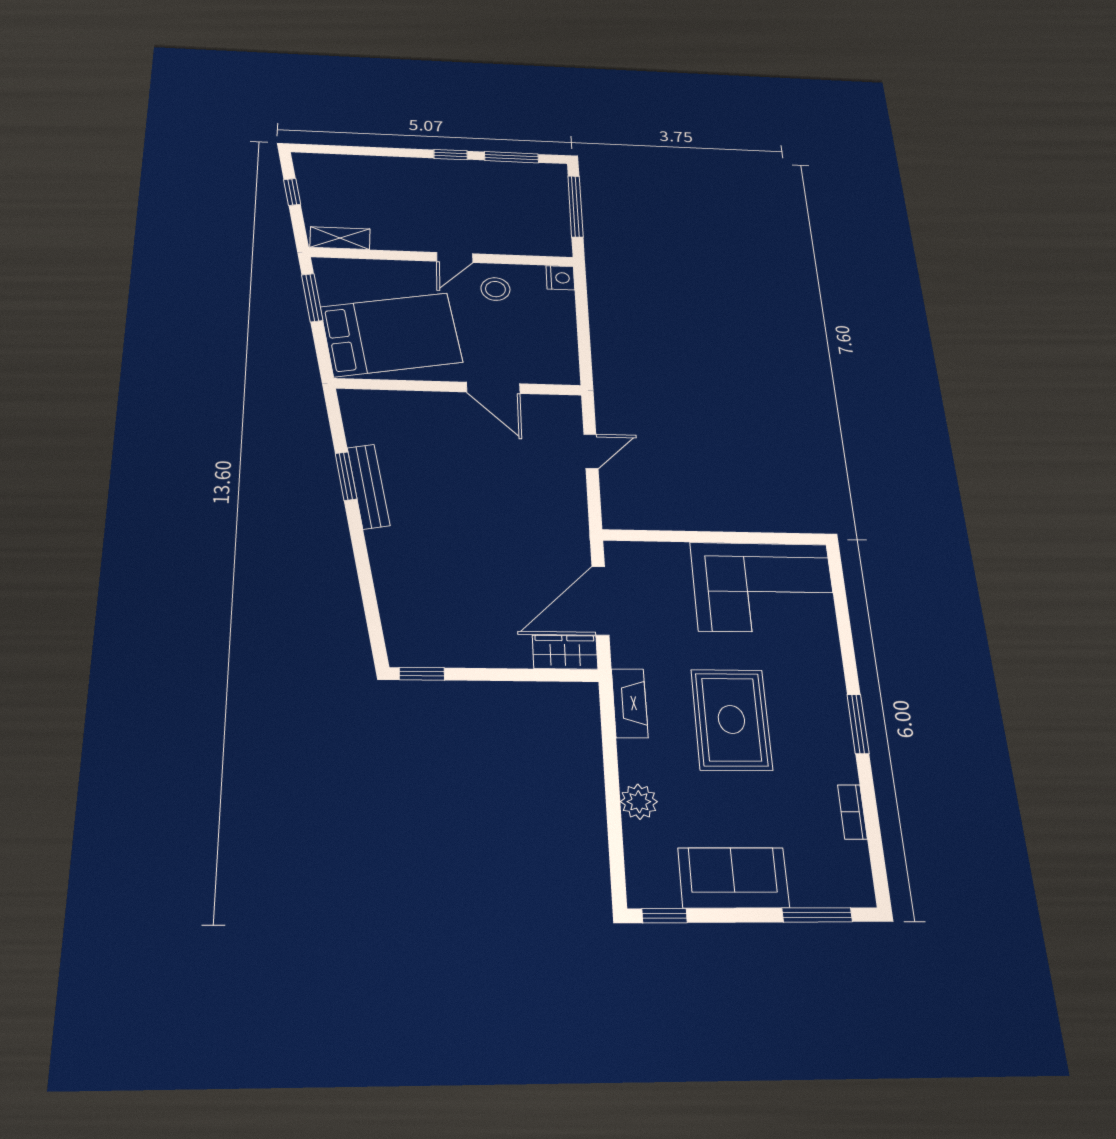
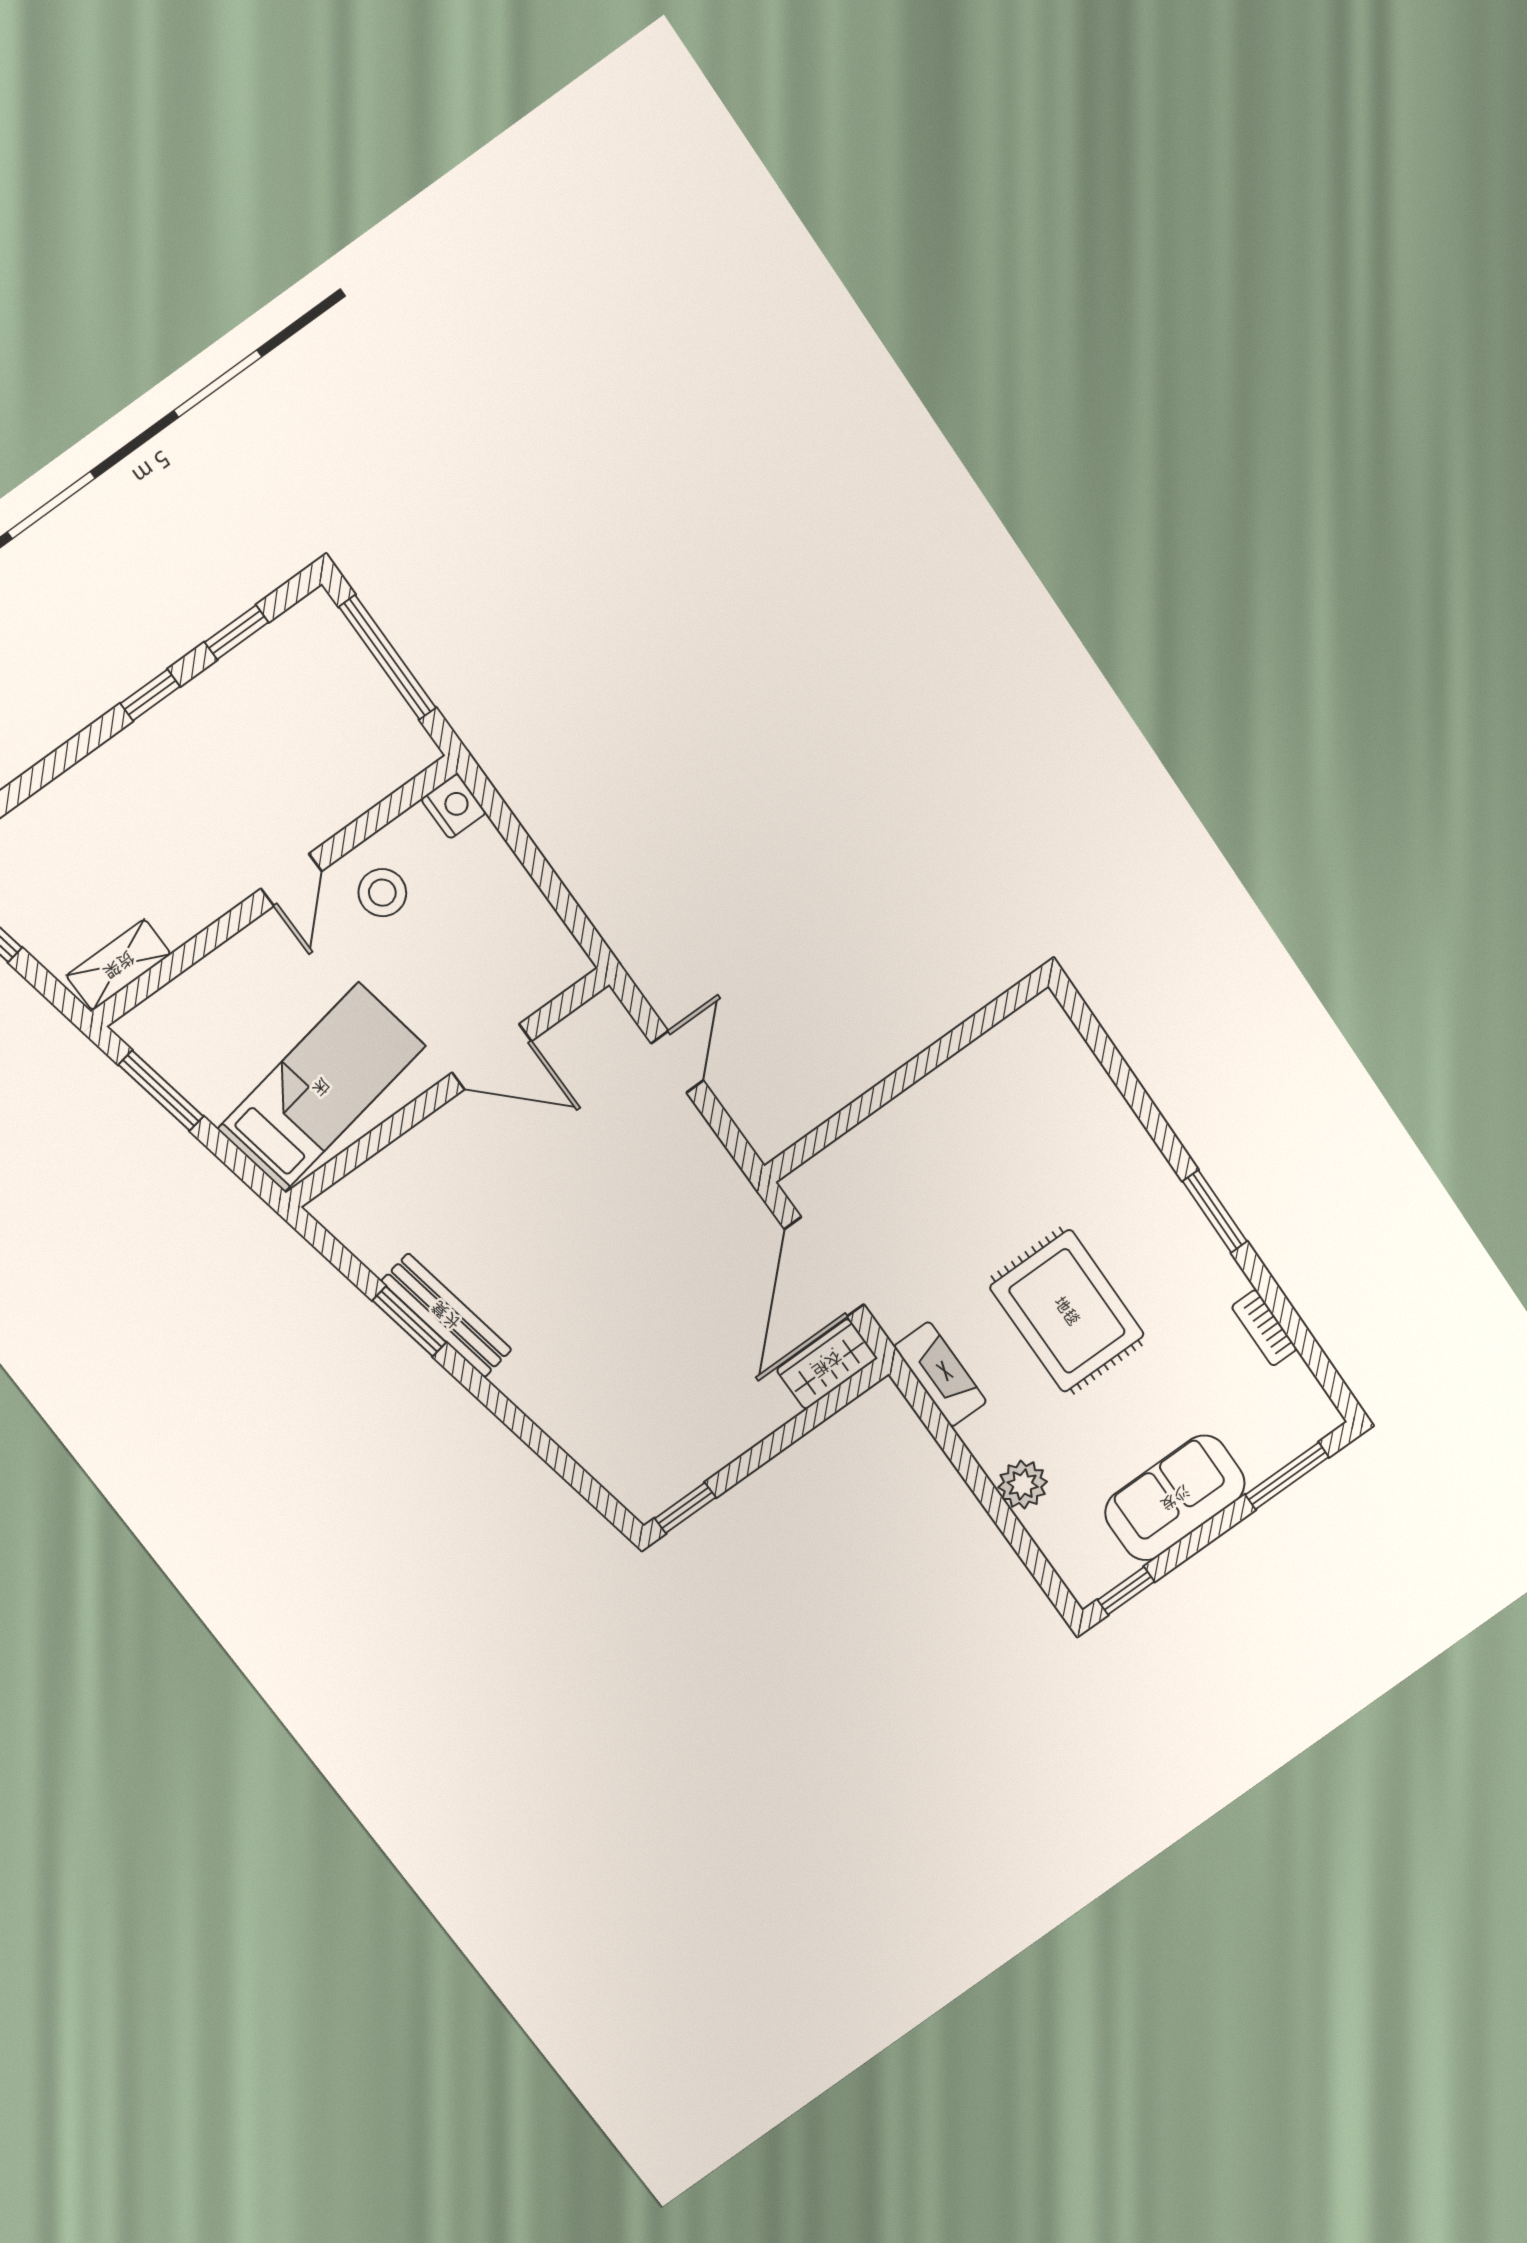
window: (511, 157) -> (237, 632), width x0.67
bed: (391, 334) -> (321, 1087), width x0.67
corner sofa: (763, 587) -> (1006, 1105), removed

